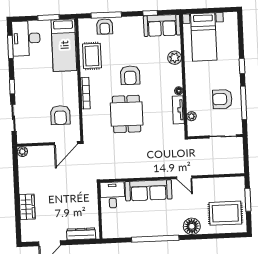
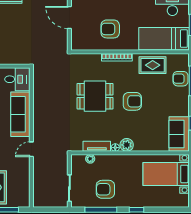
plant: (175, 58) -> (127, 145), moved
armchair: (130, 75) -> (132, 101), turned 180
armchair: (222, 99) -> (105, 189), turned -90
armchair: (60, 115) -> (110, 29), moved
door: (66, 143) -> (69, 17), moved

